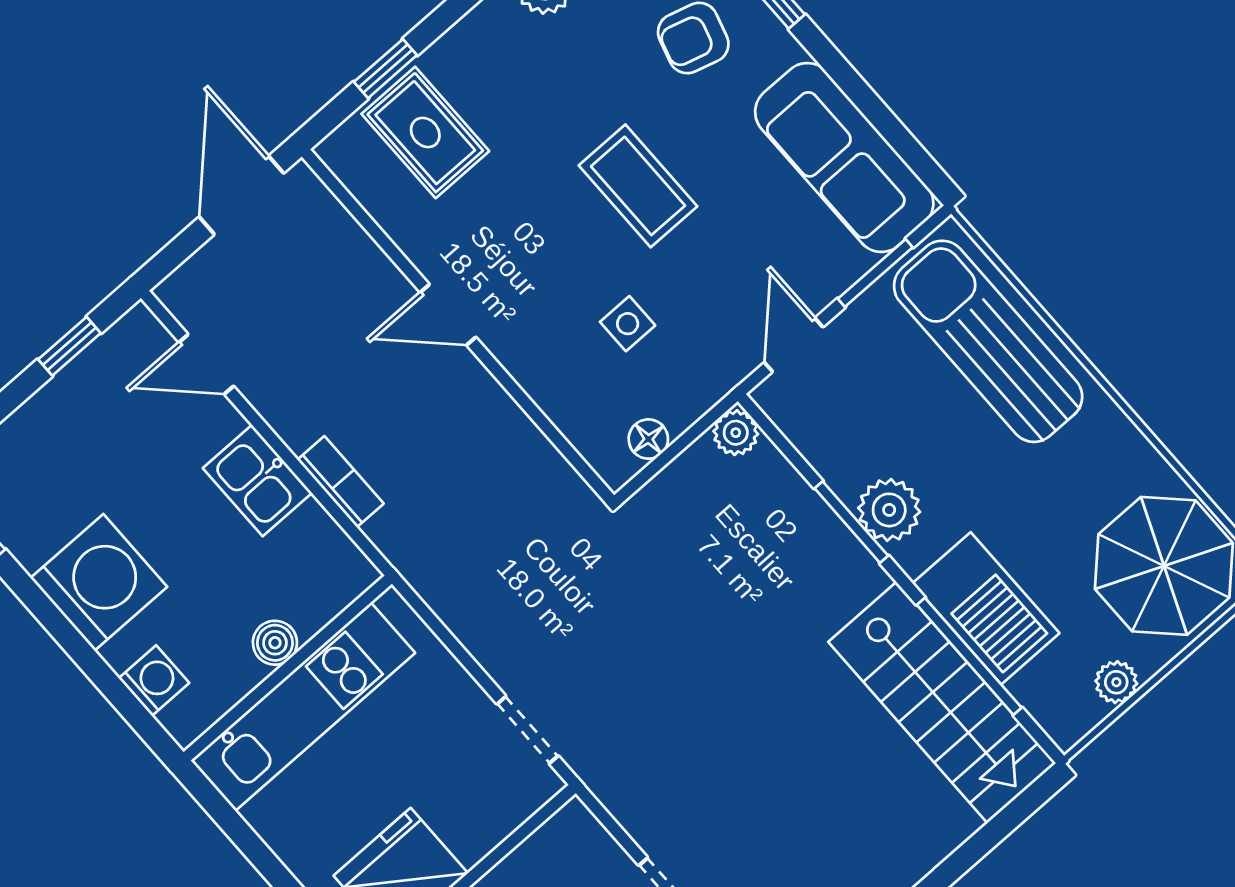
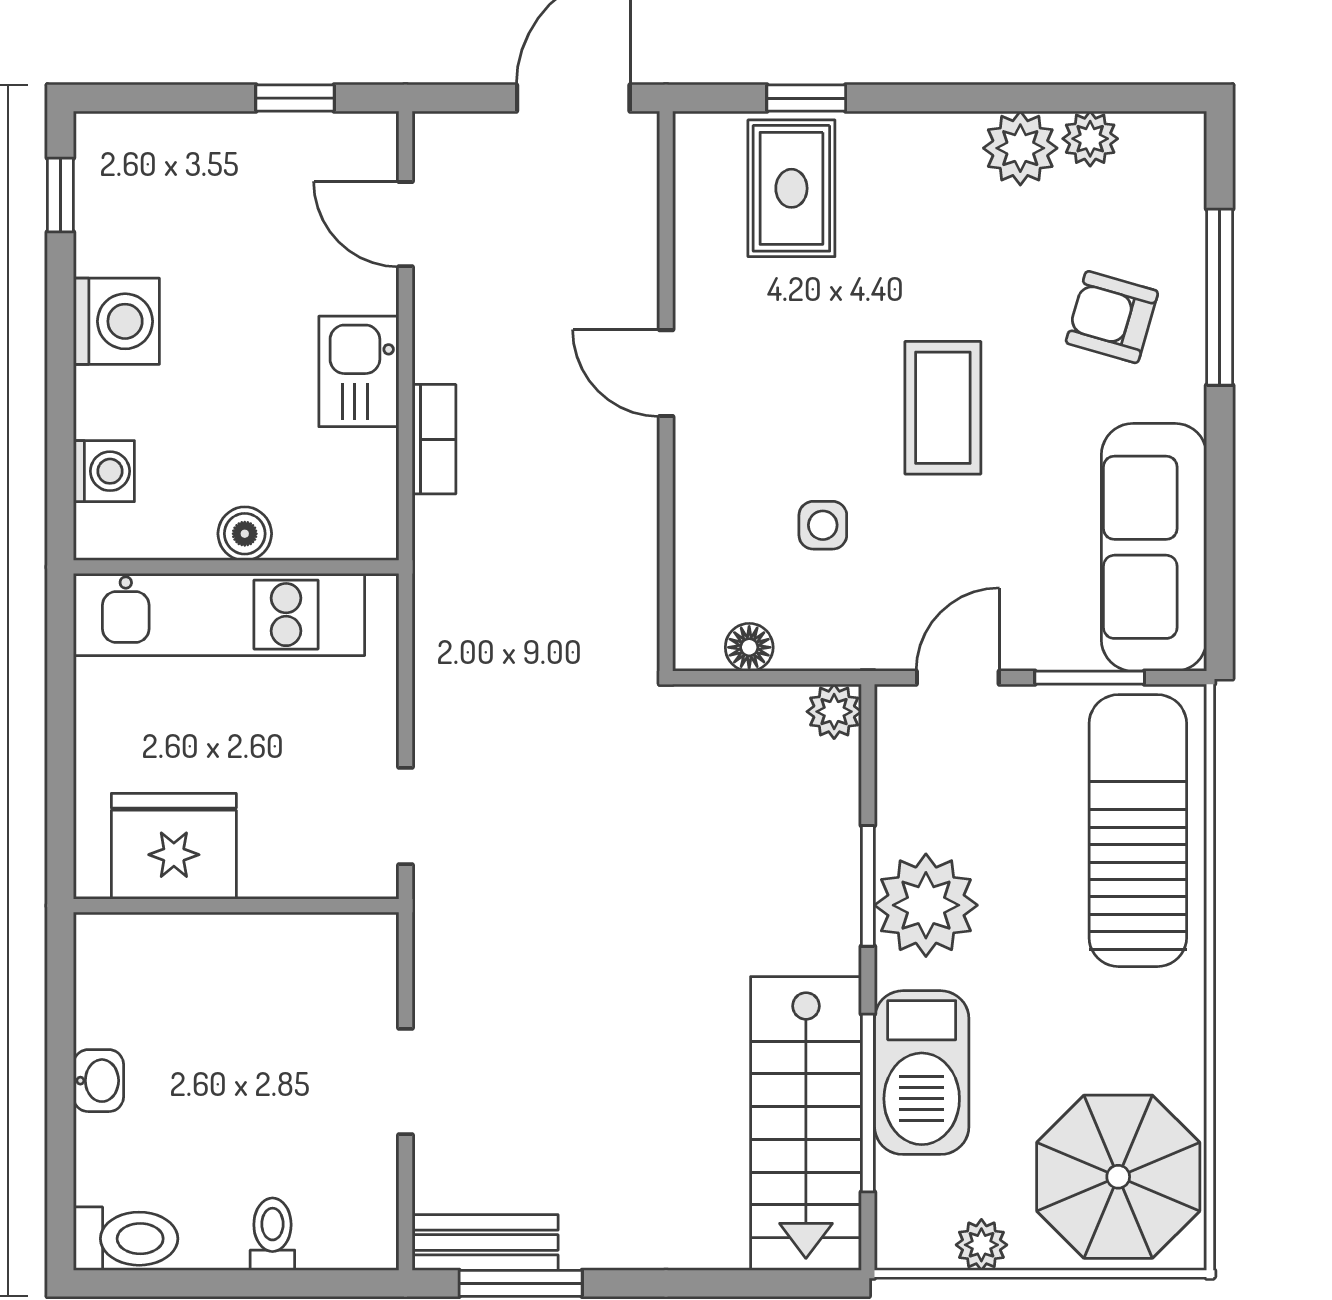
plant: (889, 510) -> (926, 905), width x1.36, depth x1.36
washing machine: (99, 582) -> (116, 321), width x0.73, depth x0.73

